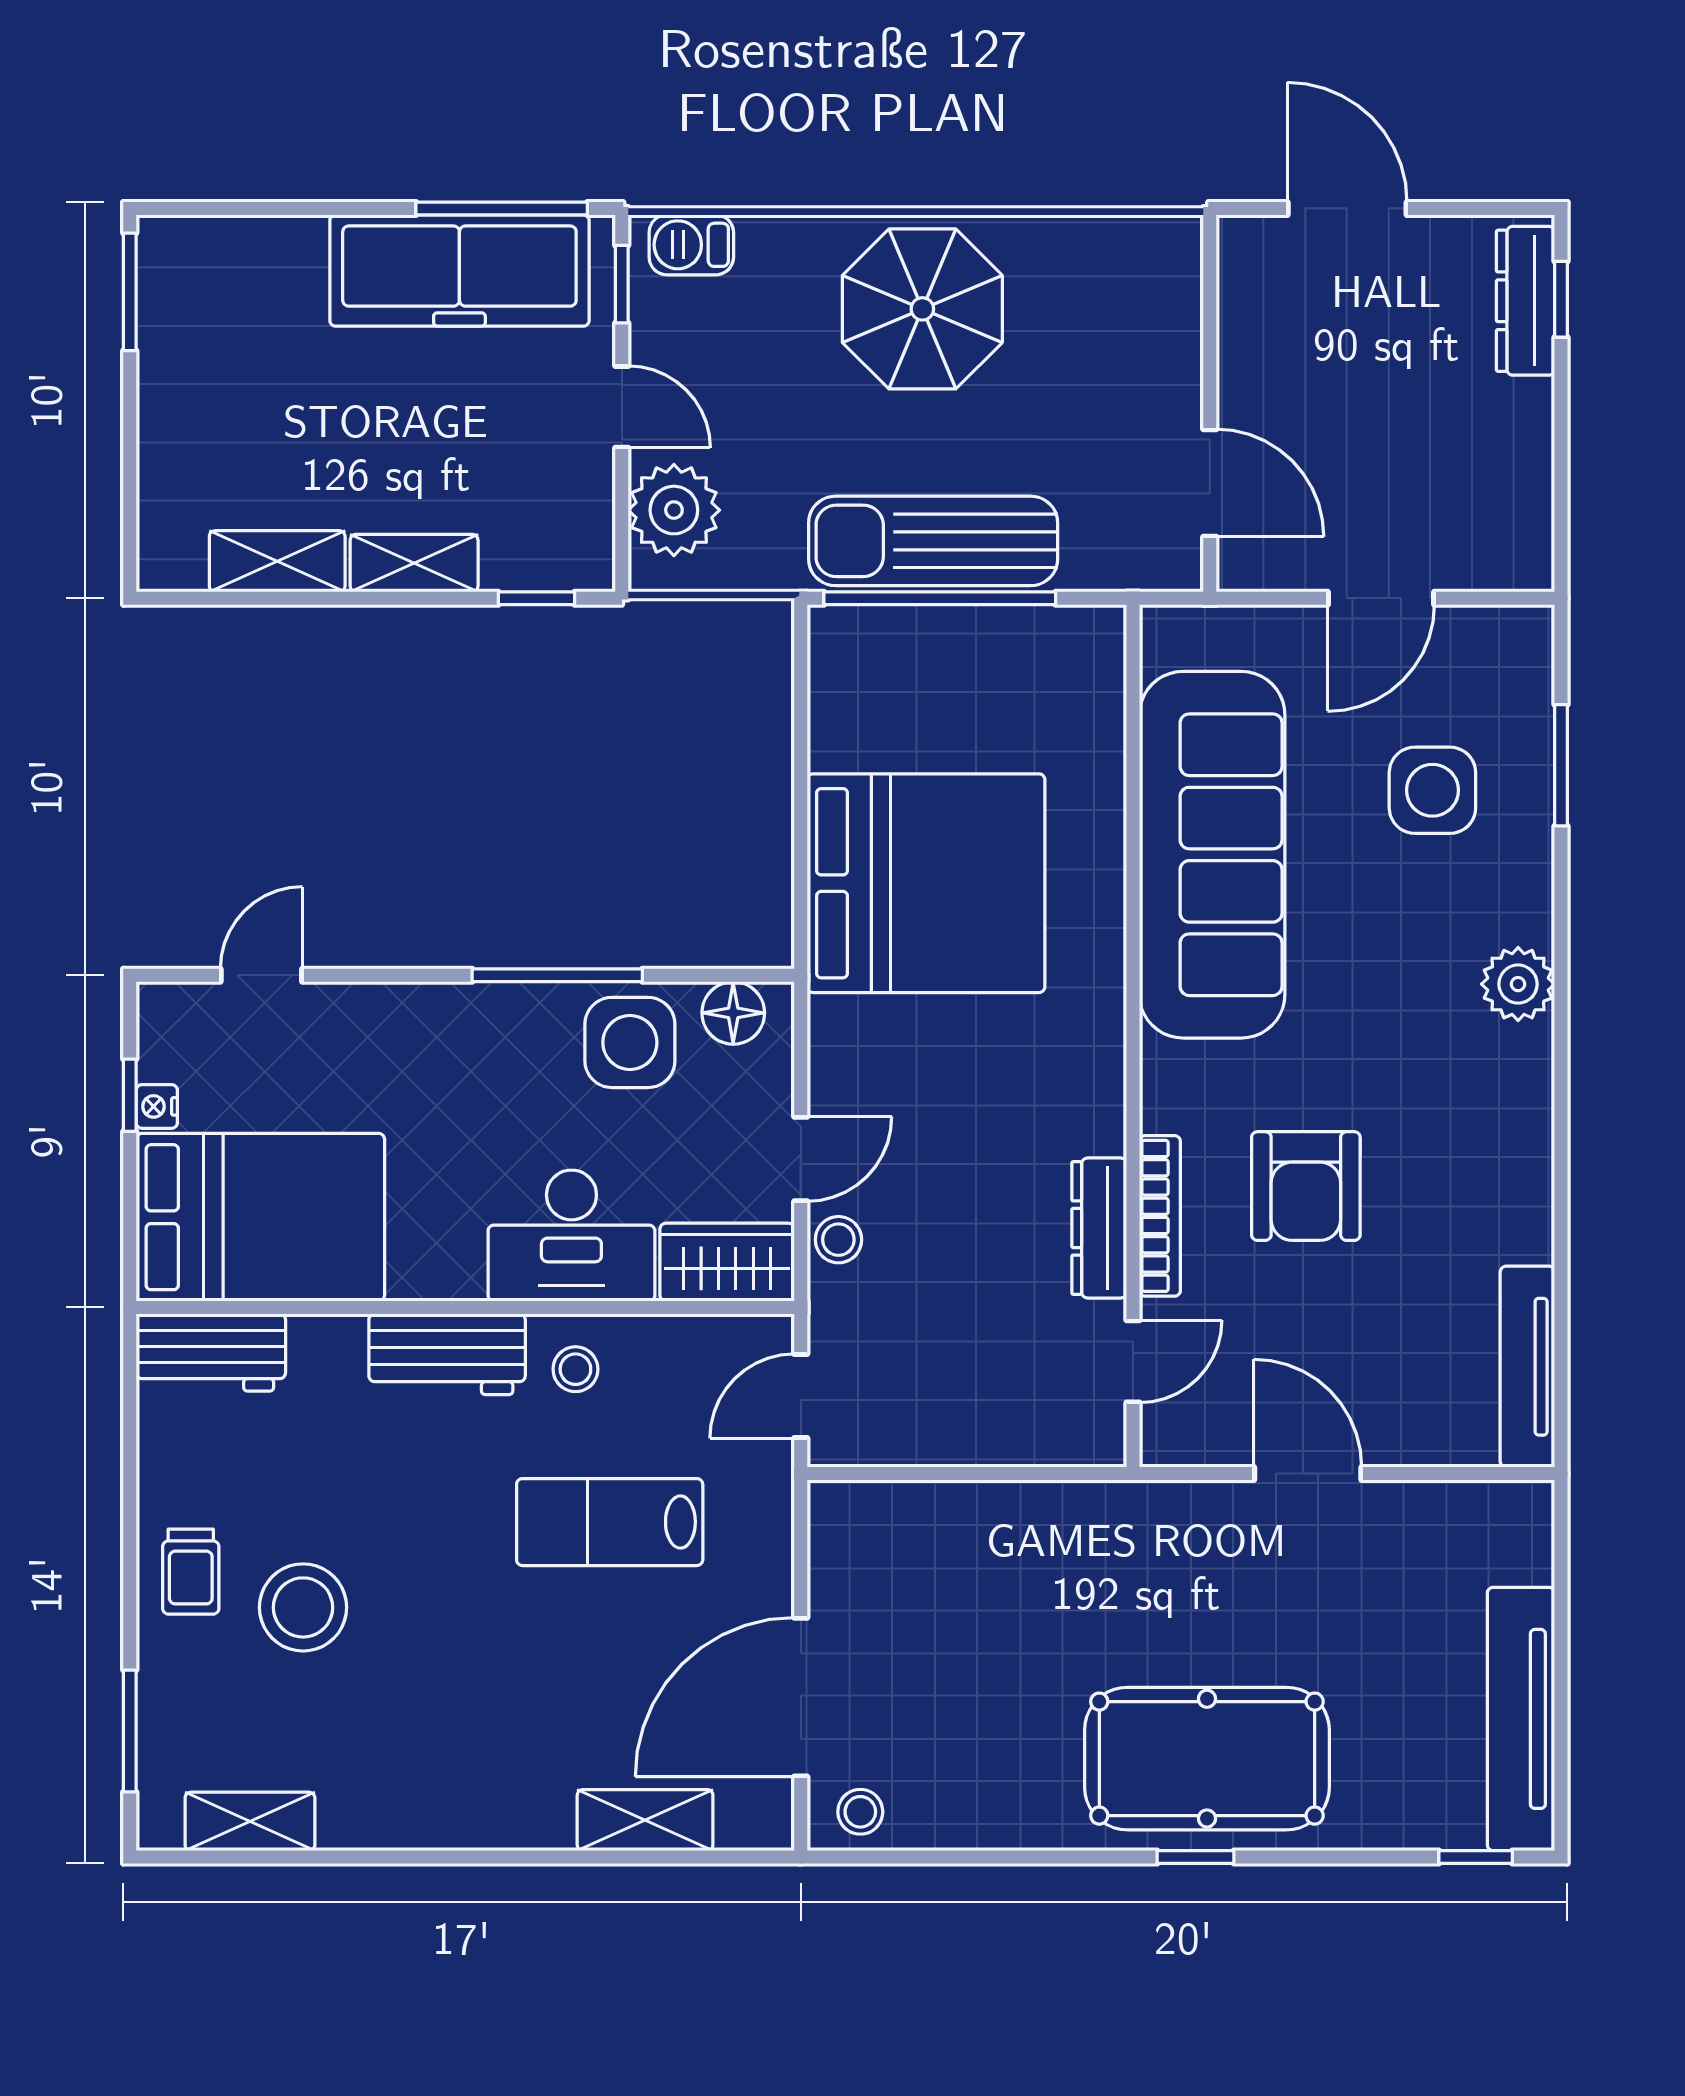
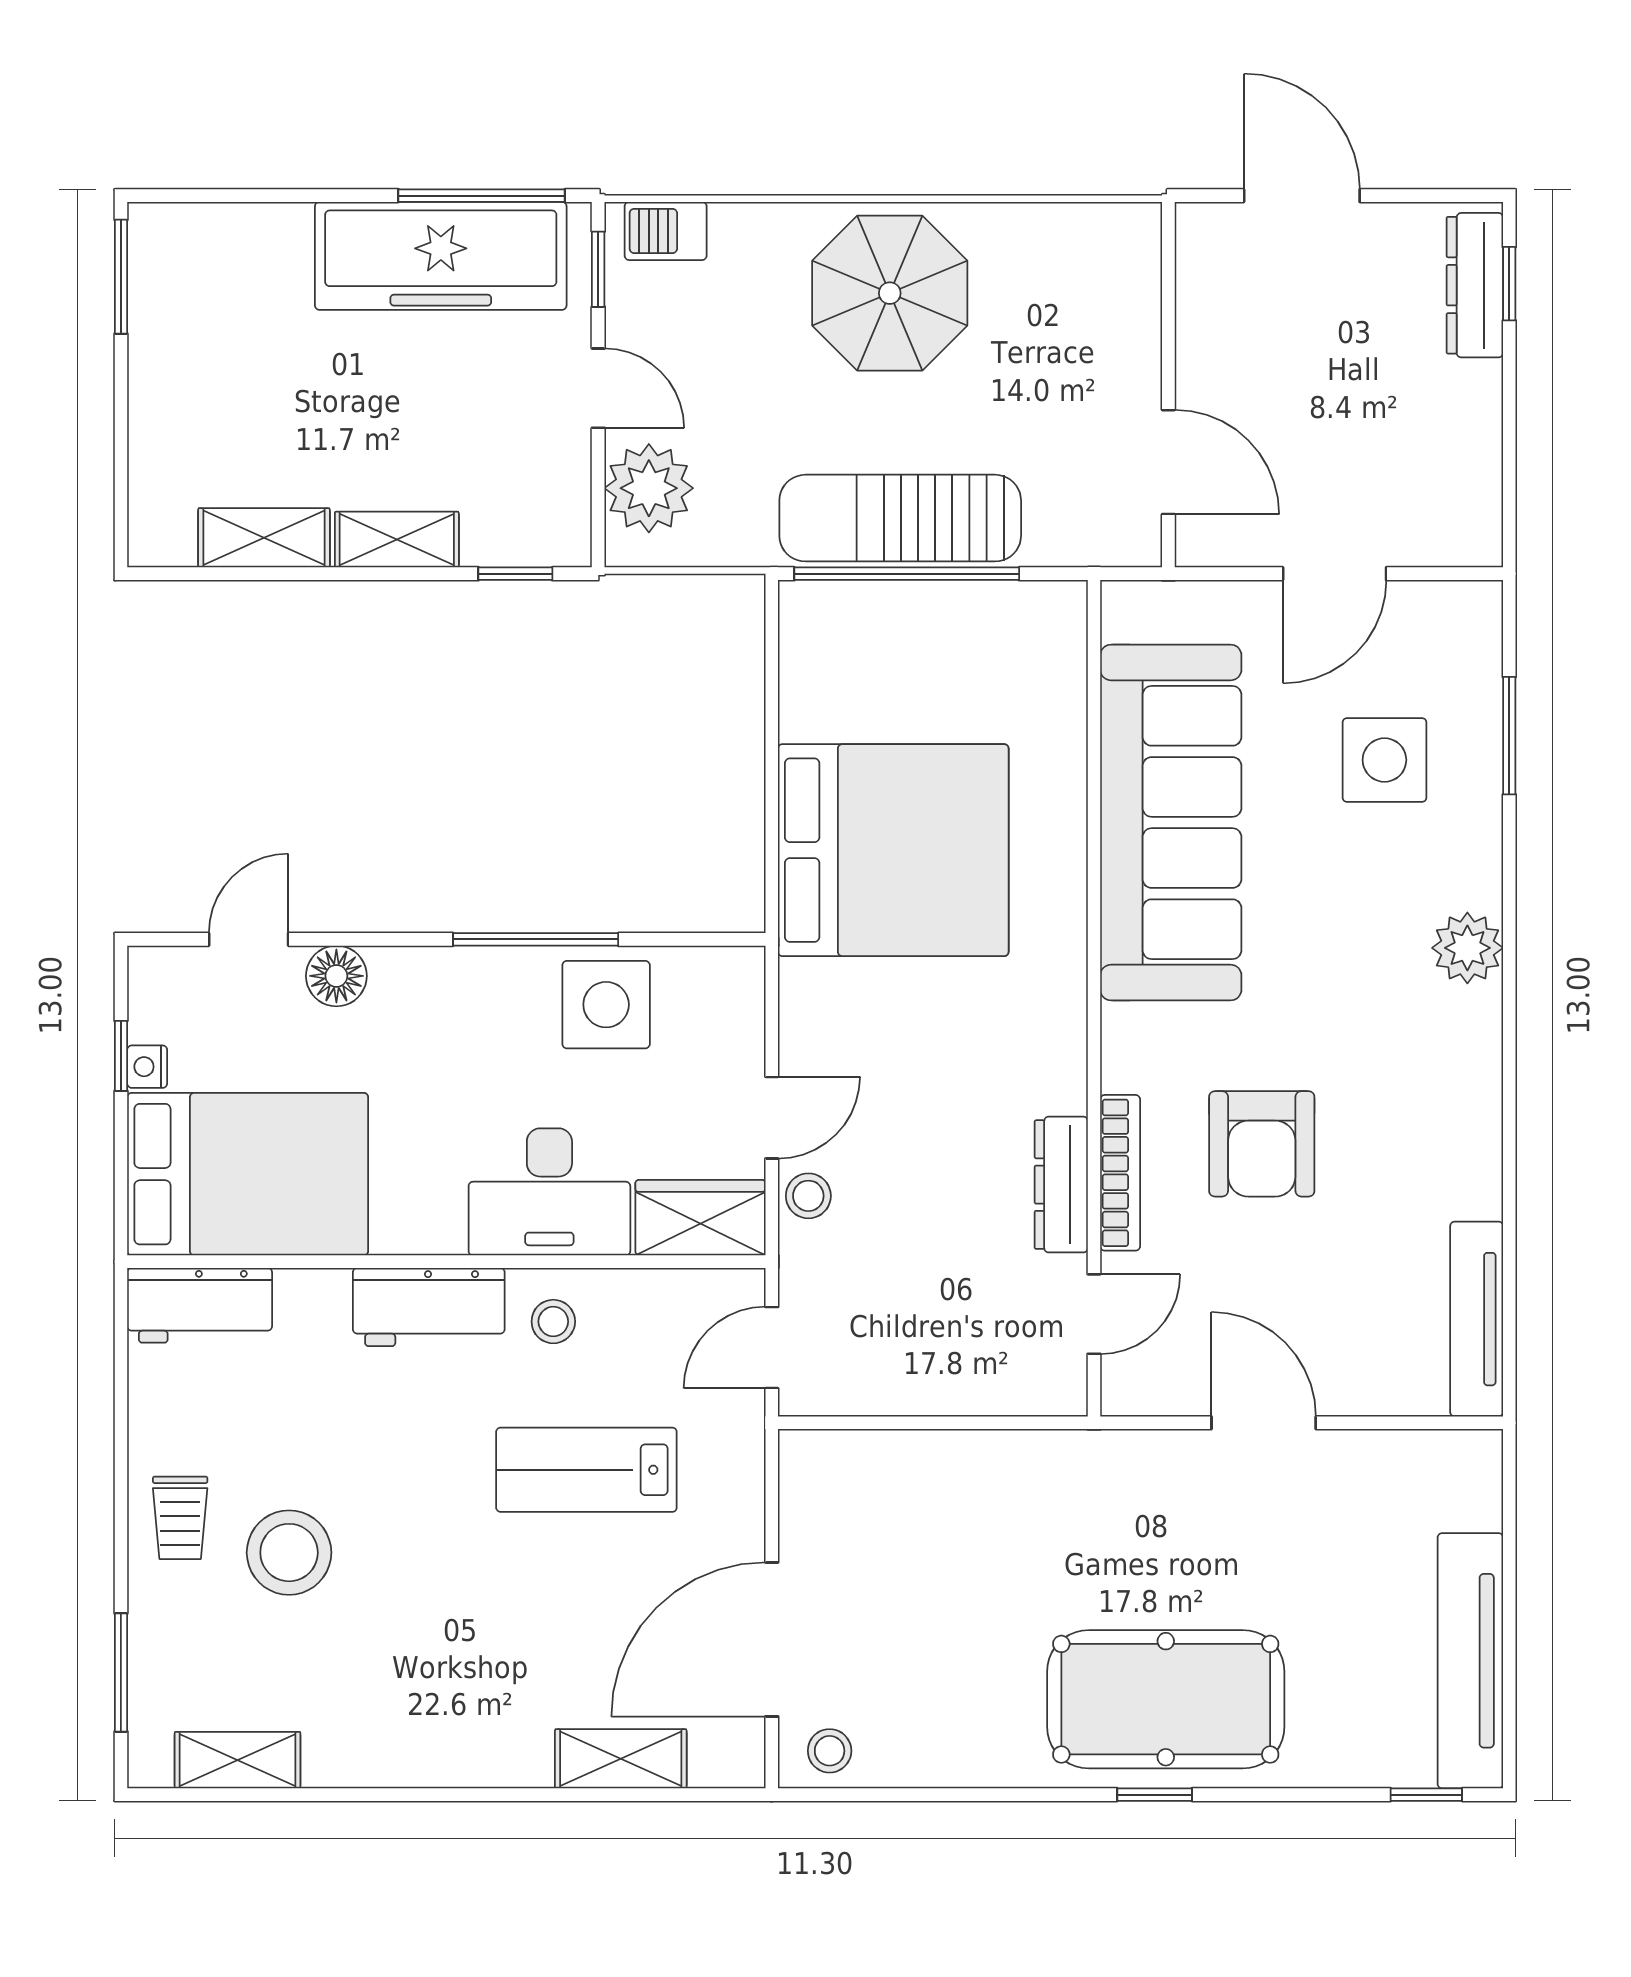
floor lamp: (733, 1013) -> (336, 976), moved

